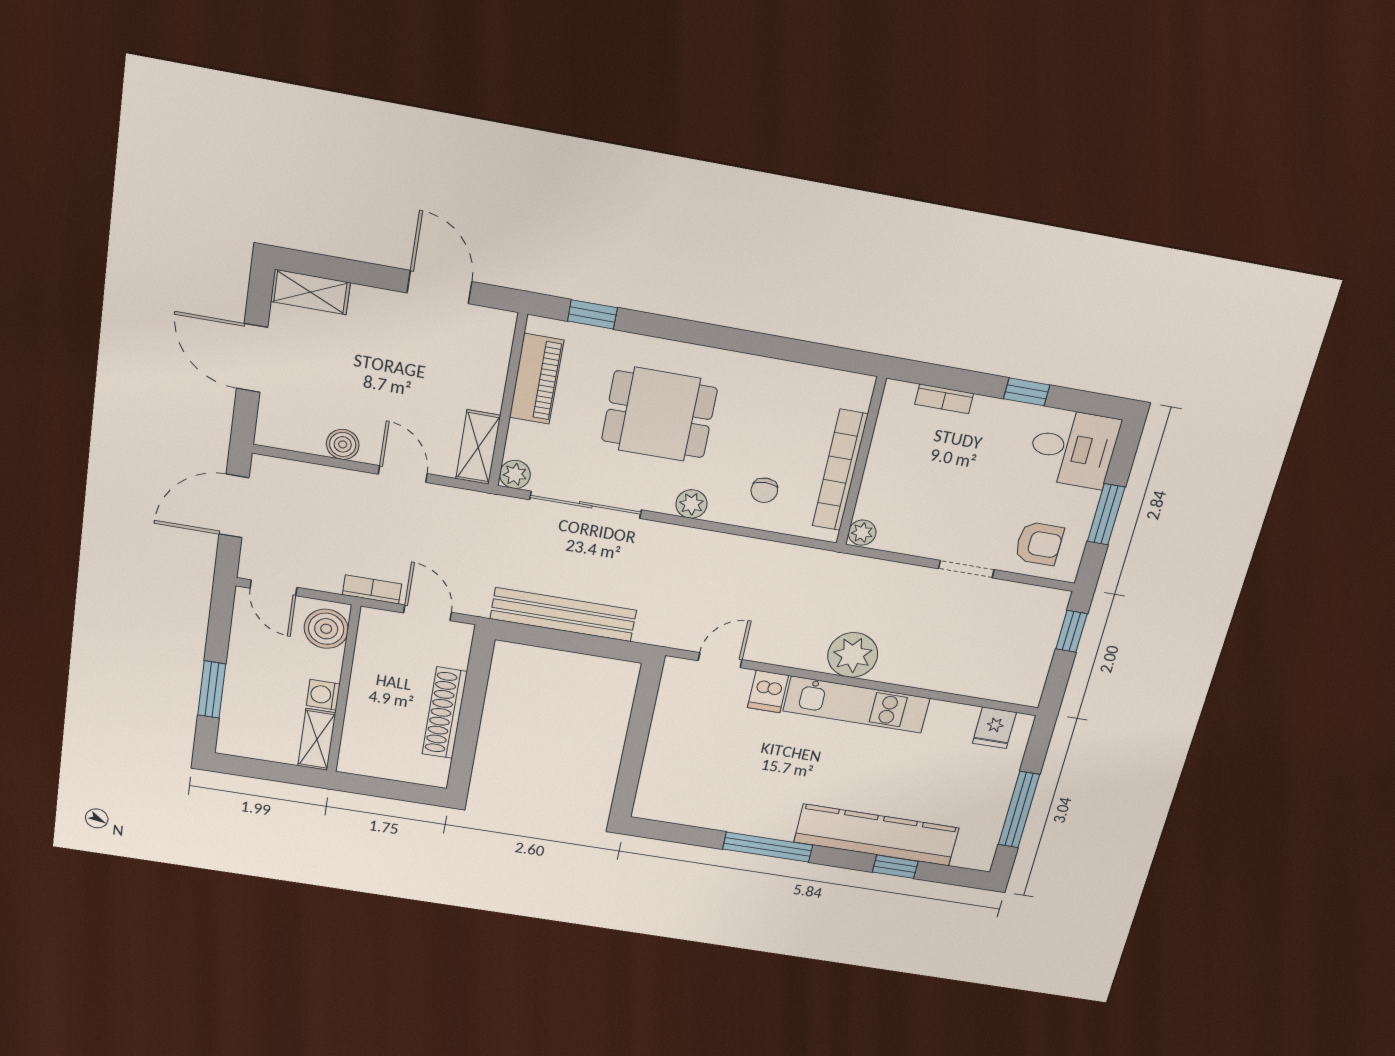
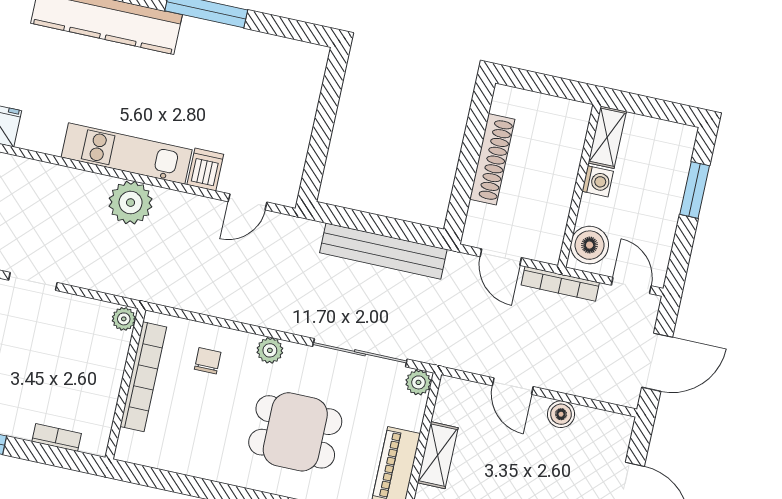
shelving: (478, 447) -> (438, 455), moved
bookcase: (372, 589) -> (560, 284), width x1.56

